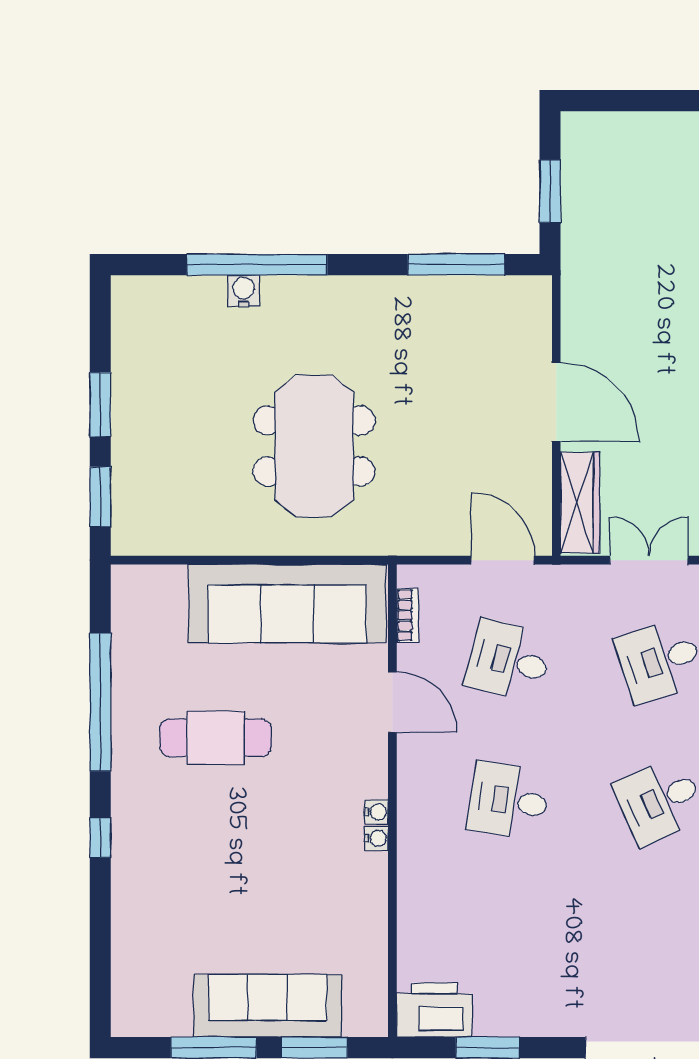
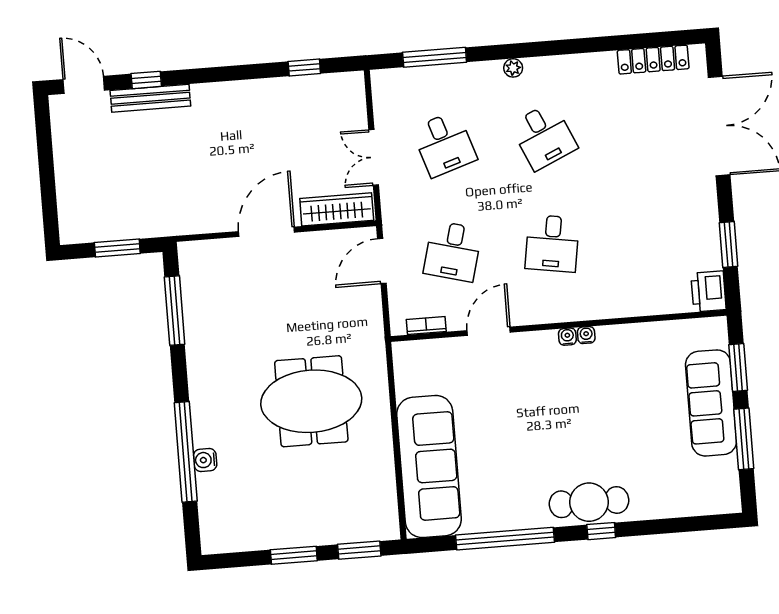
sofa: (287, 604) -> (429, 467), moved
cafe table: (216, 738) -> (589, 502), moved, turned 90
printer: (434, 1010) -> (708, 291), width x0.73, depth x0.84

